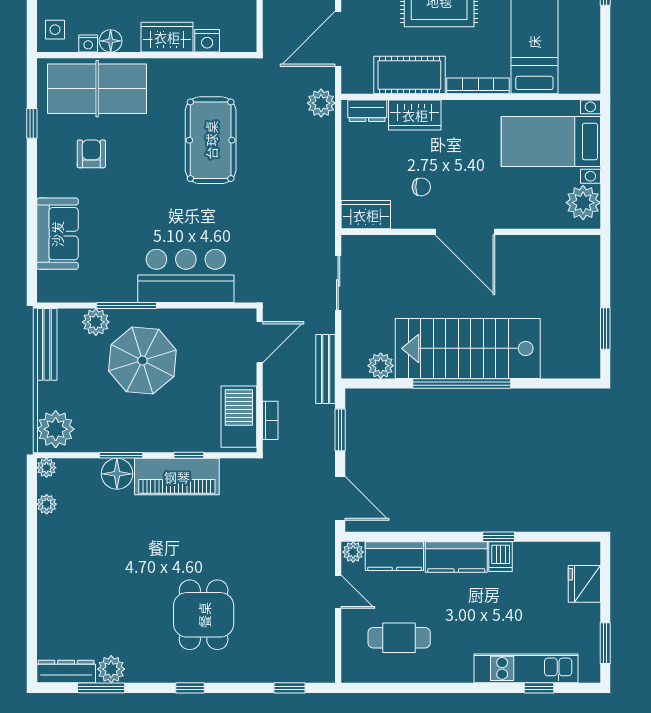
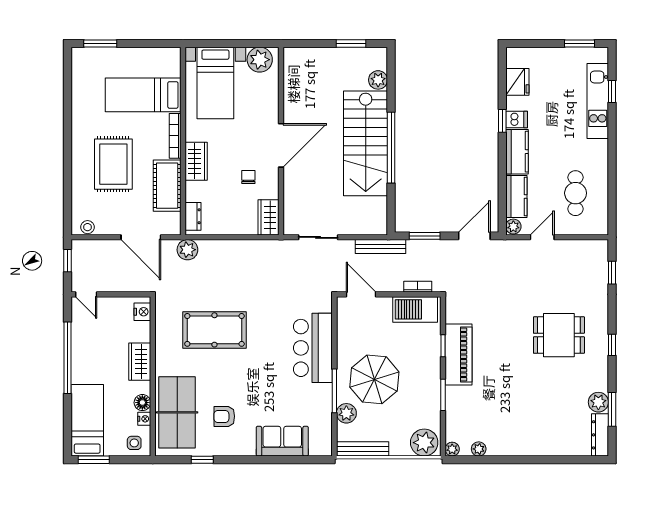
nightstand: (207, 41) -> (142, 312), moved
wardrobe: (415, 115) -> (196, 161), moved
plant: (381, 366) -> (378, 80), moved
floor lamp: (117, 474) -> (457, 398), removed
fridge: (584, 584) -> (517, 82), moved, turned -90

